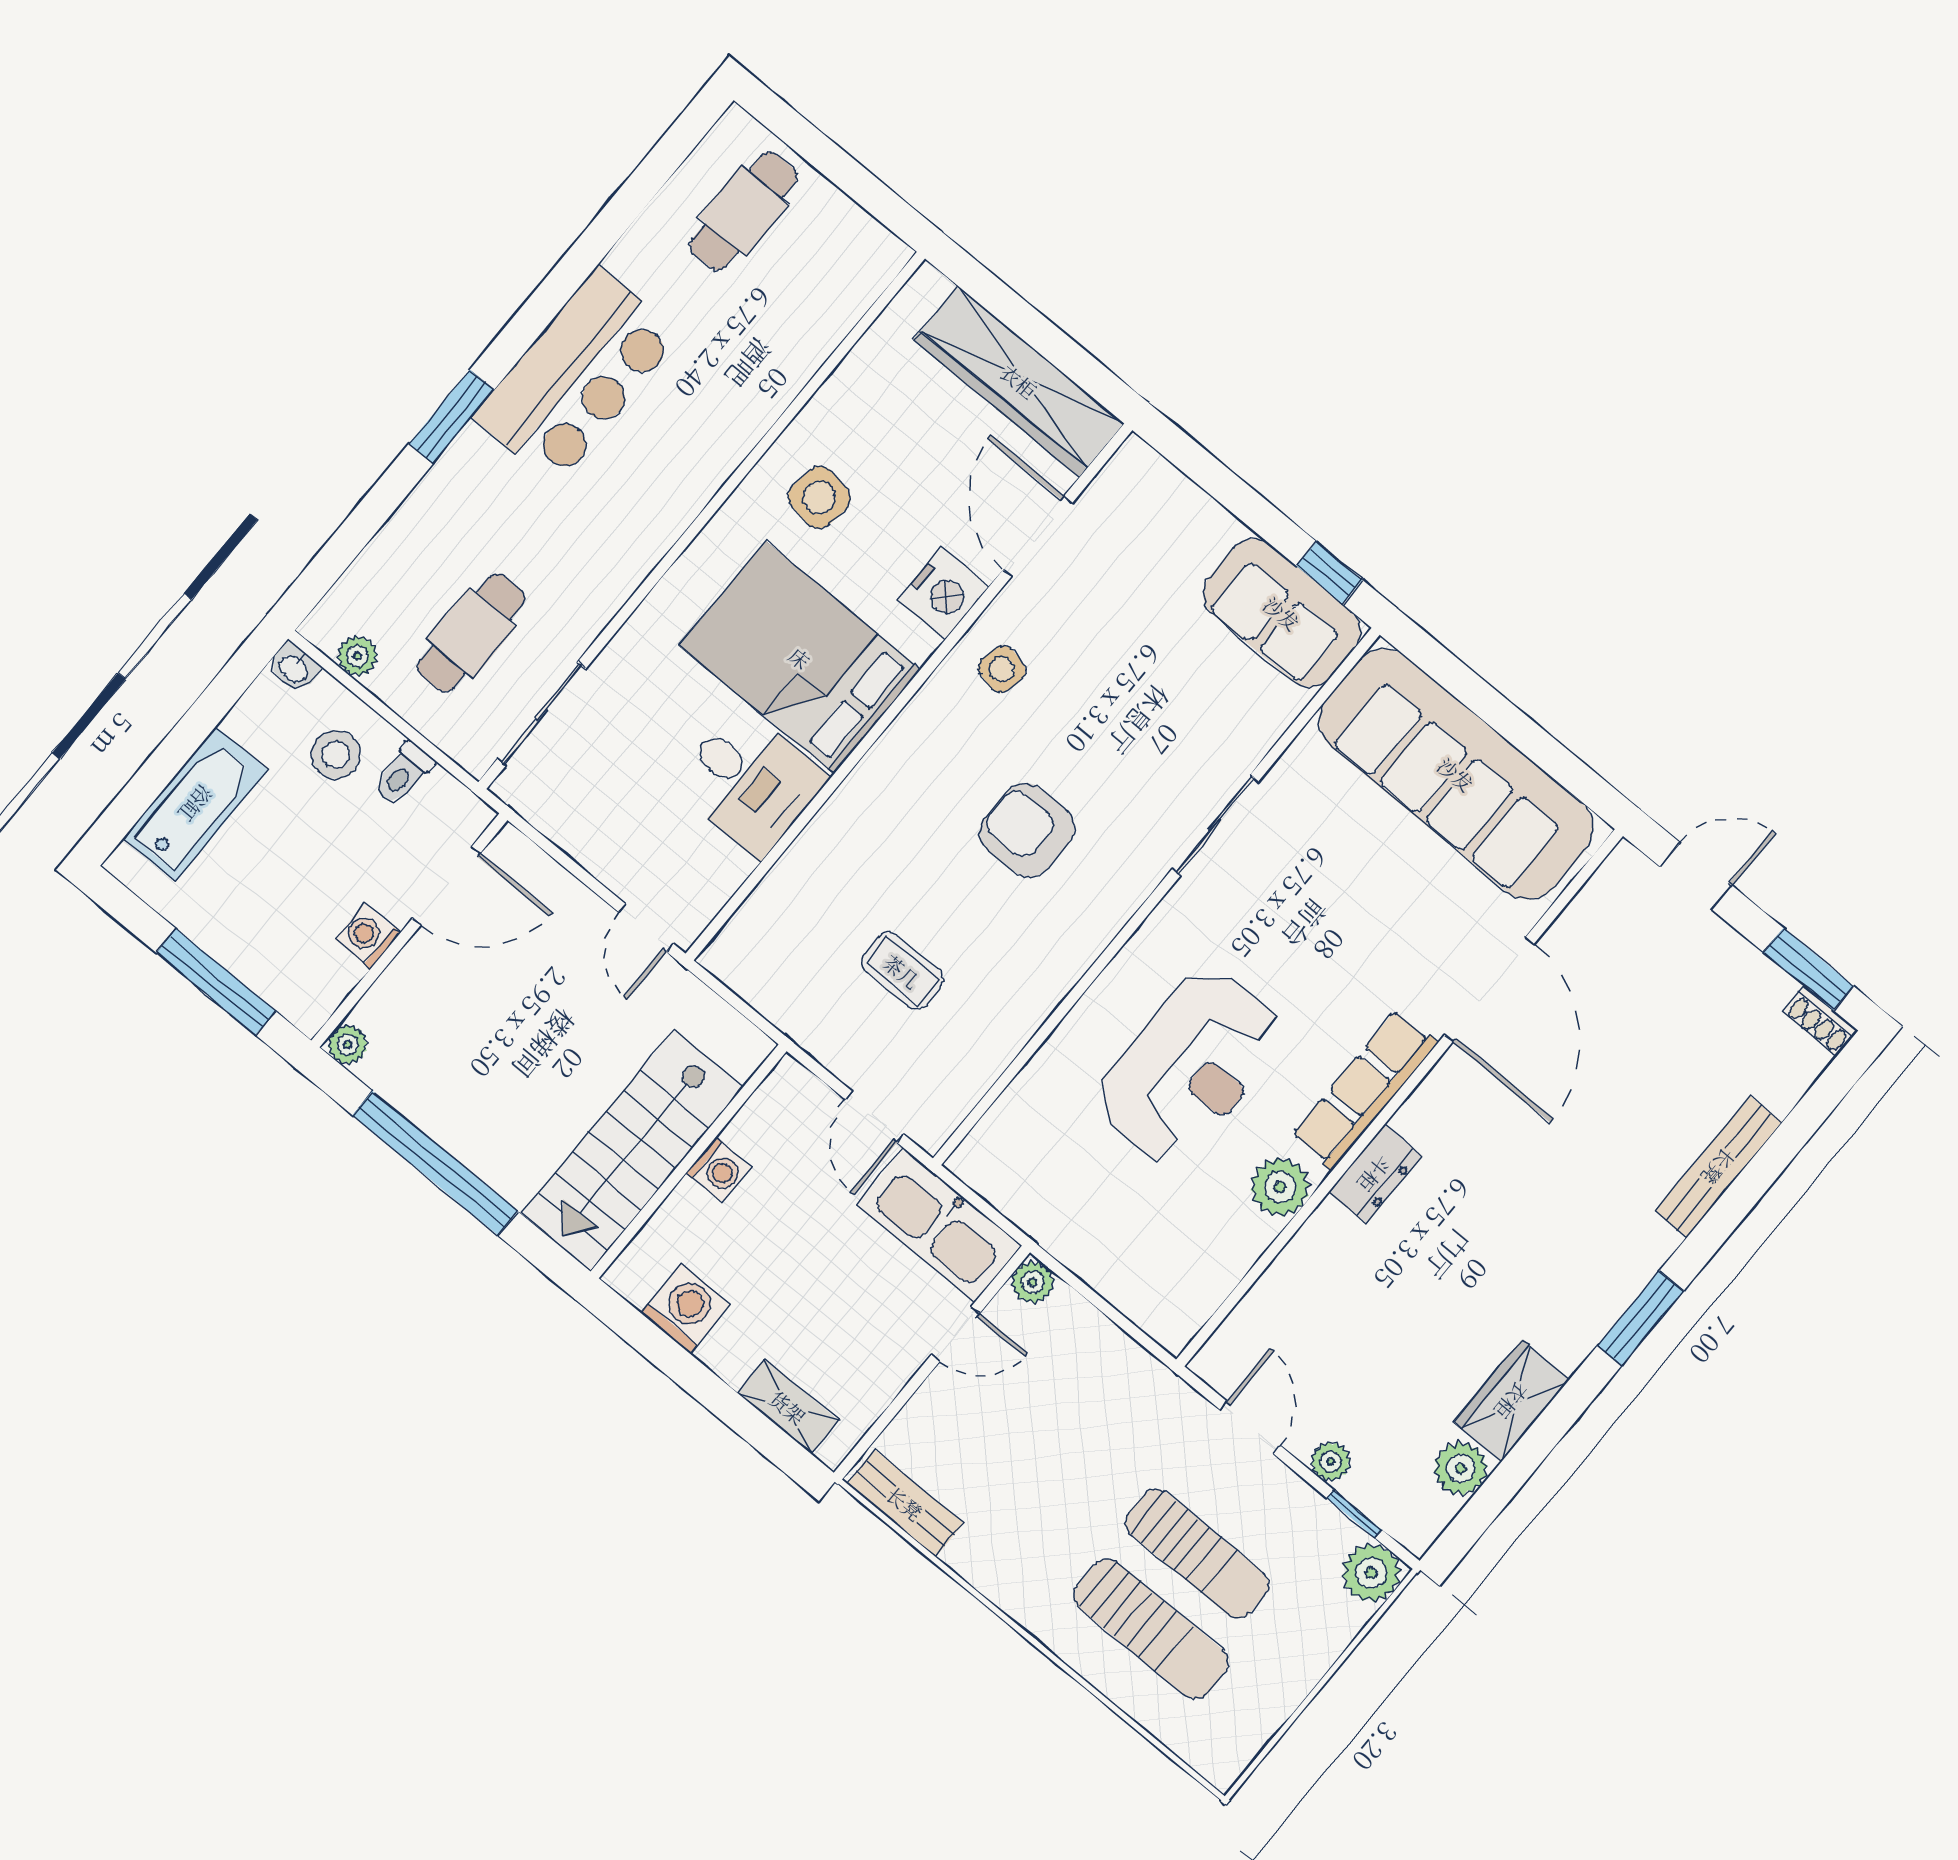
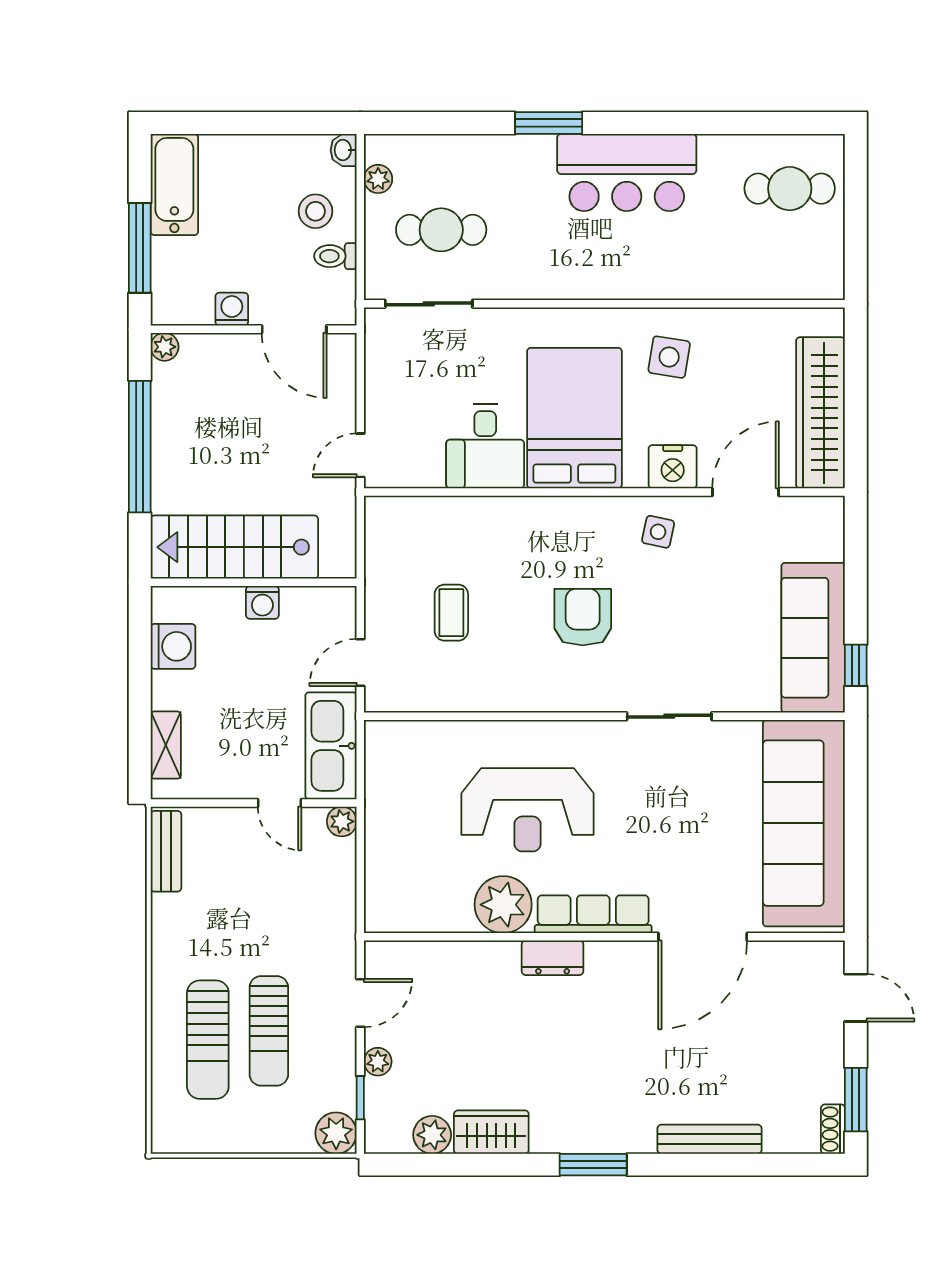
sofa: (1282, 613) -> (813, 638), width x1.36
bathtub: (196, 804) -> (174, 184), moved, turned -90
plant: (1280, 1187) -> (503, 905), width x1.36, depth x1.36

